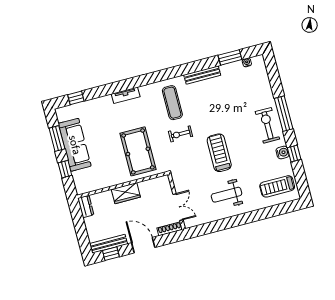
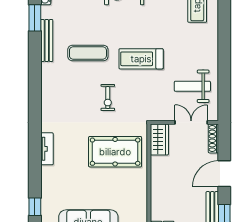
bench: (202, 75) -> (47, 40), moved
exercise mat: (172, 103) -> (88, 53), moved
wardrobe: (126, 193) -> (159, 139), moved
weight bench: (227, 195) -> (192, 86), moved, turned 90

